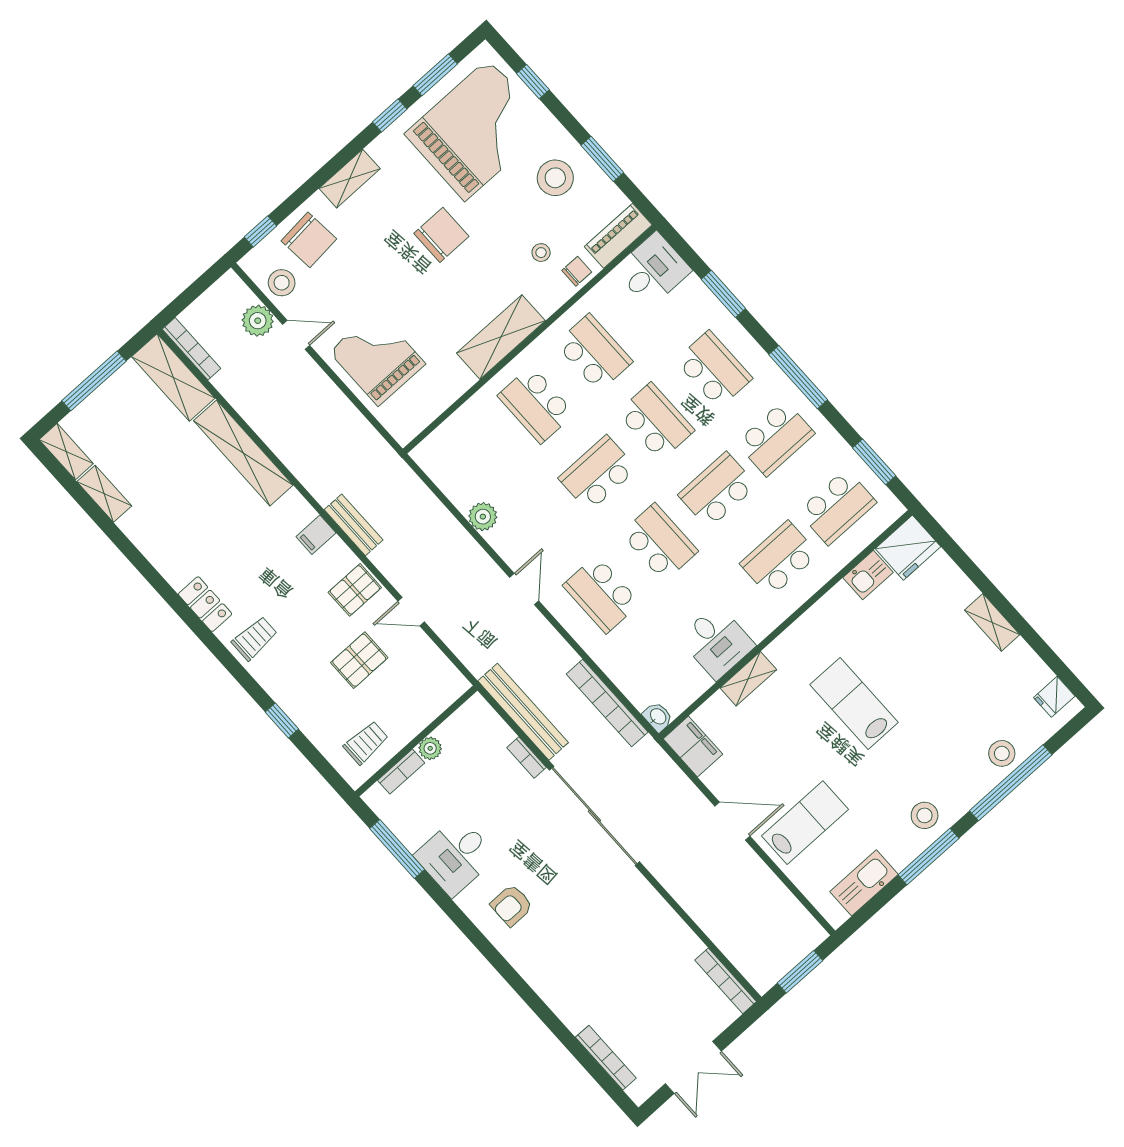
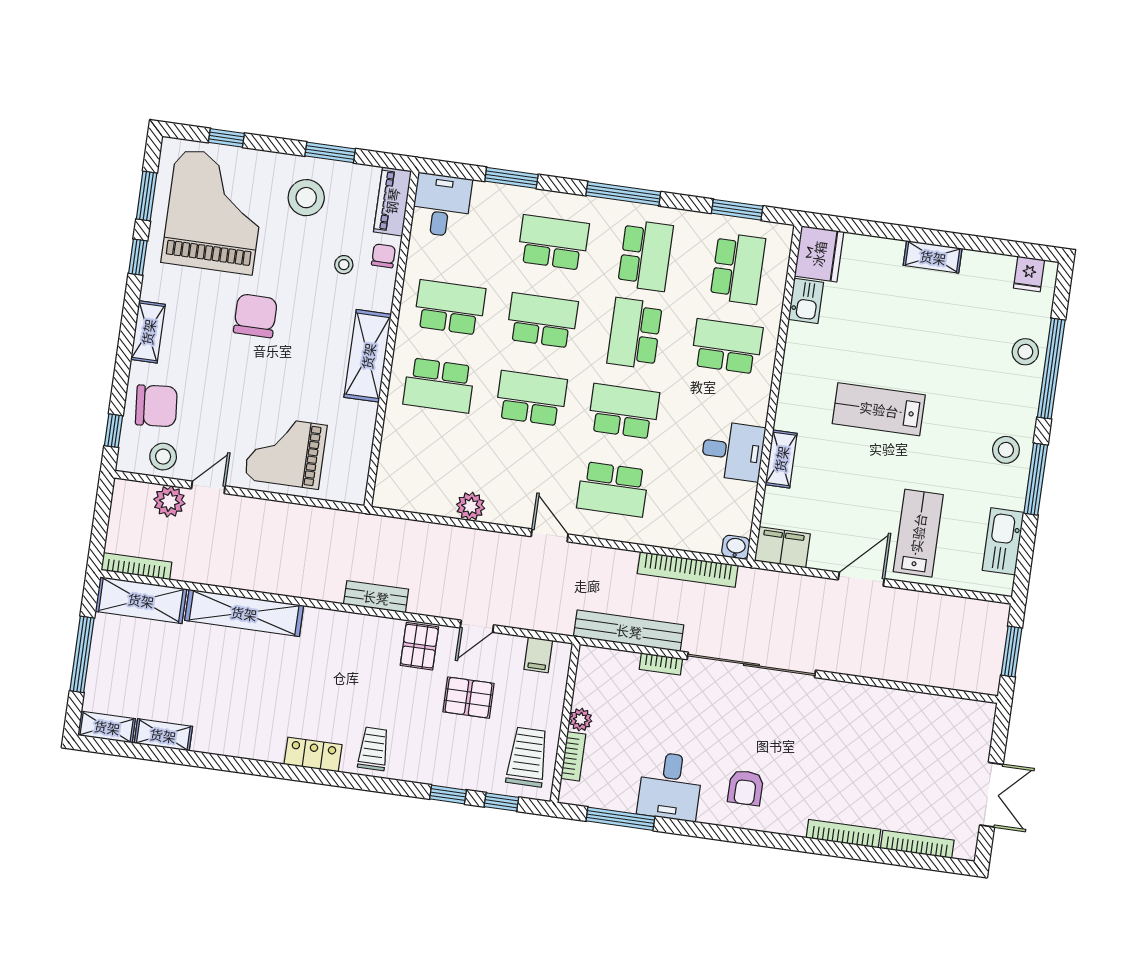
school desk: (598, 473) -> (531, 398), turned 90
filing cabinet: (316, 535) -> (538, 655), moved
school desk: (779, 559) -> (727, 346), turned 90
pallet: (359, 660) -> (468, 698), turned 90
trolley: (366, 743) -> (527, 757), width x1.36, depth x1.39
window: (318, 760) -> (501, 802), added
bookcase: (726, 981) -> (843, 834), moved, turned 180

